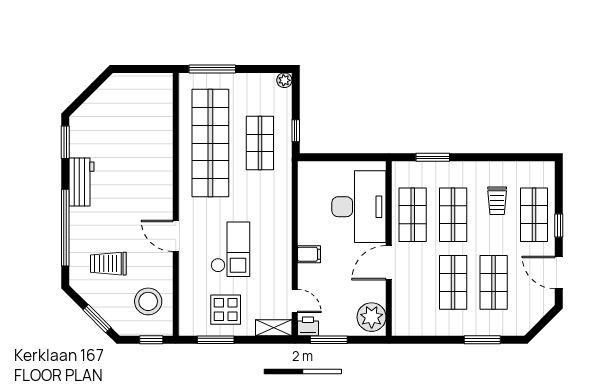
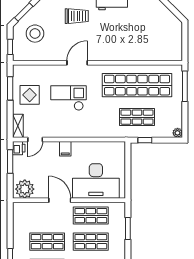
checkout: (230, 249) -> (68, 98), turned 180
trolley: (108, 264) -> (77, 16), moved, turned 90
stool: (148, 301) -> (35, 34), moved

